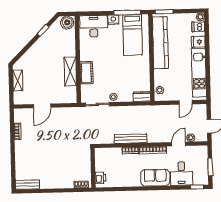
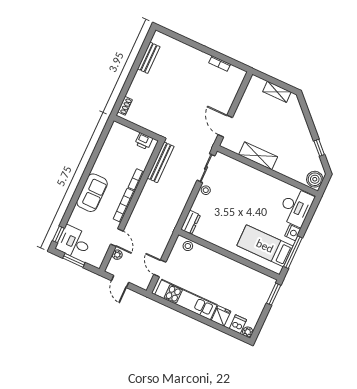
kitchen counter: (160, 43) -> (241, 273), removed
cot: (86, 73) -> (248, 173), removed
door: (42, 106) -> (225, 126), moved
bench: (131, 139) -> (161, 162), moved
desk: (181, 174) -> (74, 242), moved
printer: (100, 178) -> (144, 141), moved
bench: (27, 185) -> (149, 58), moved

